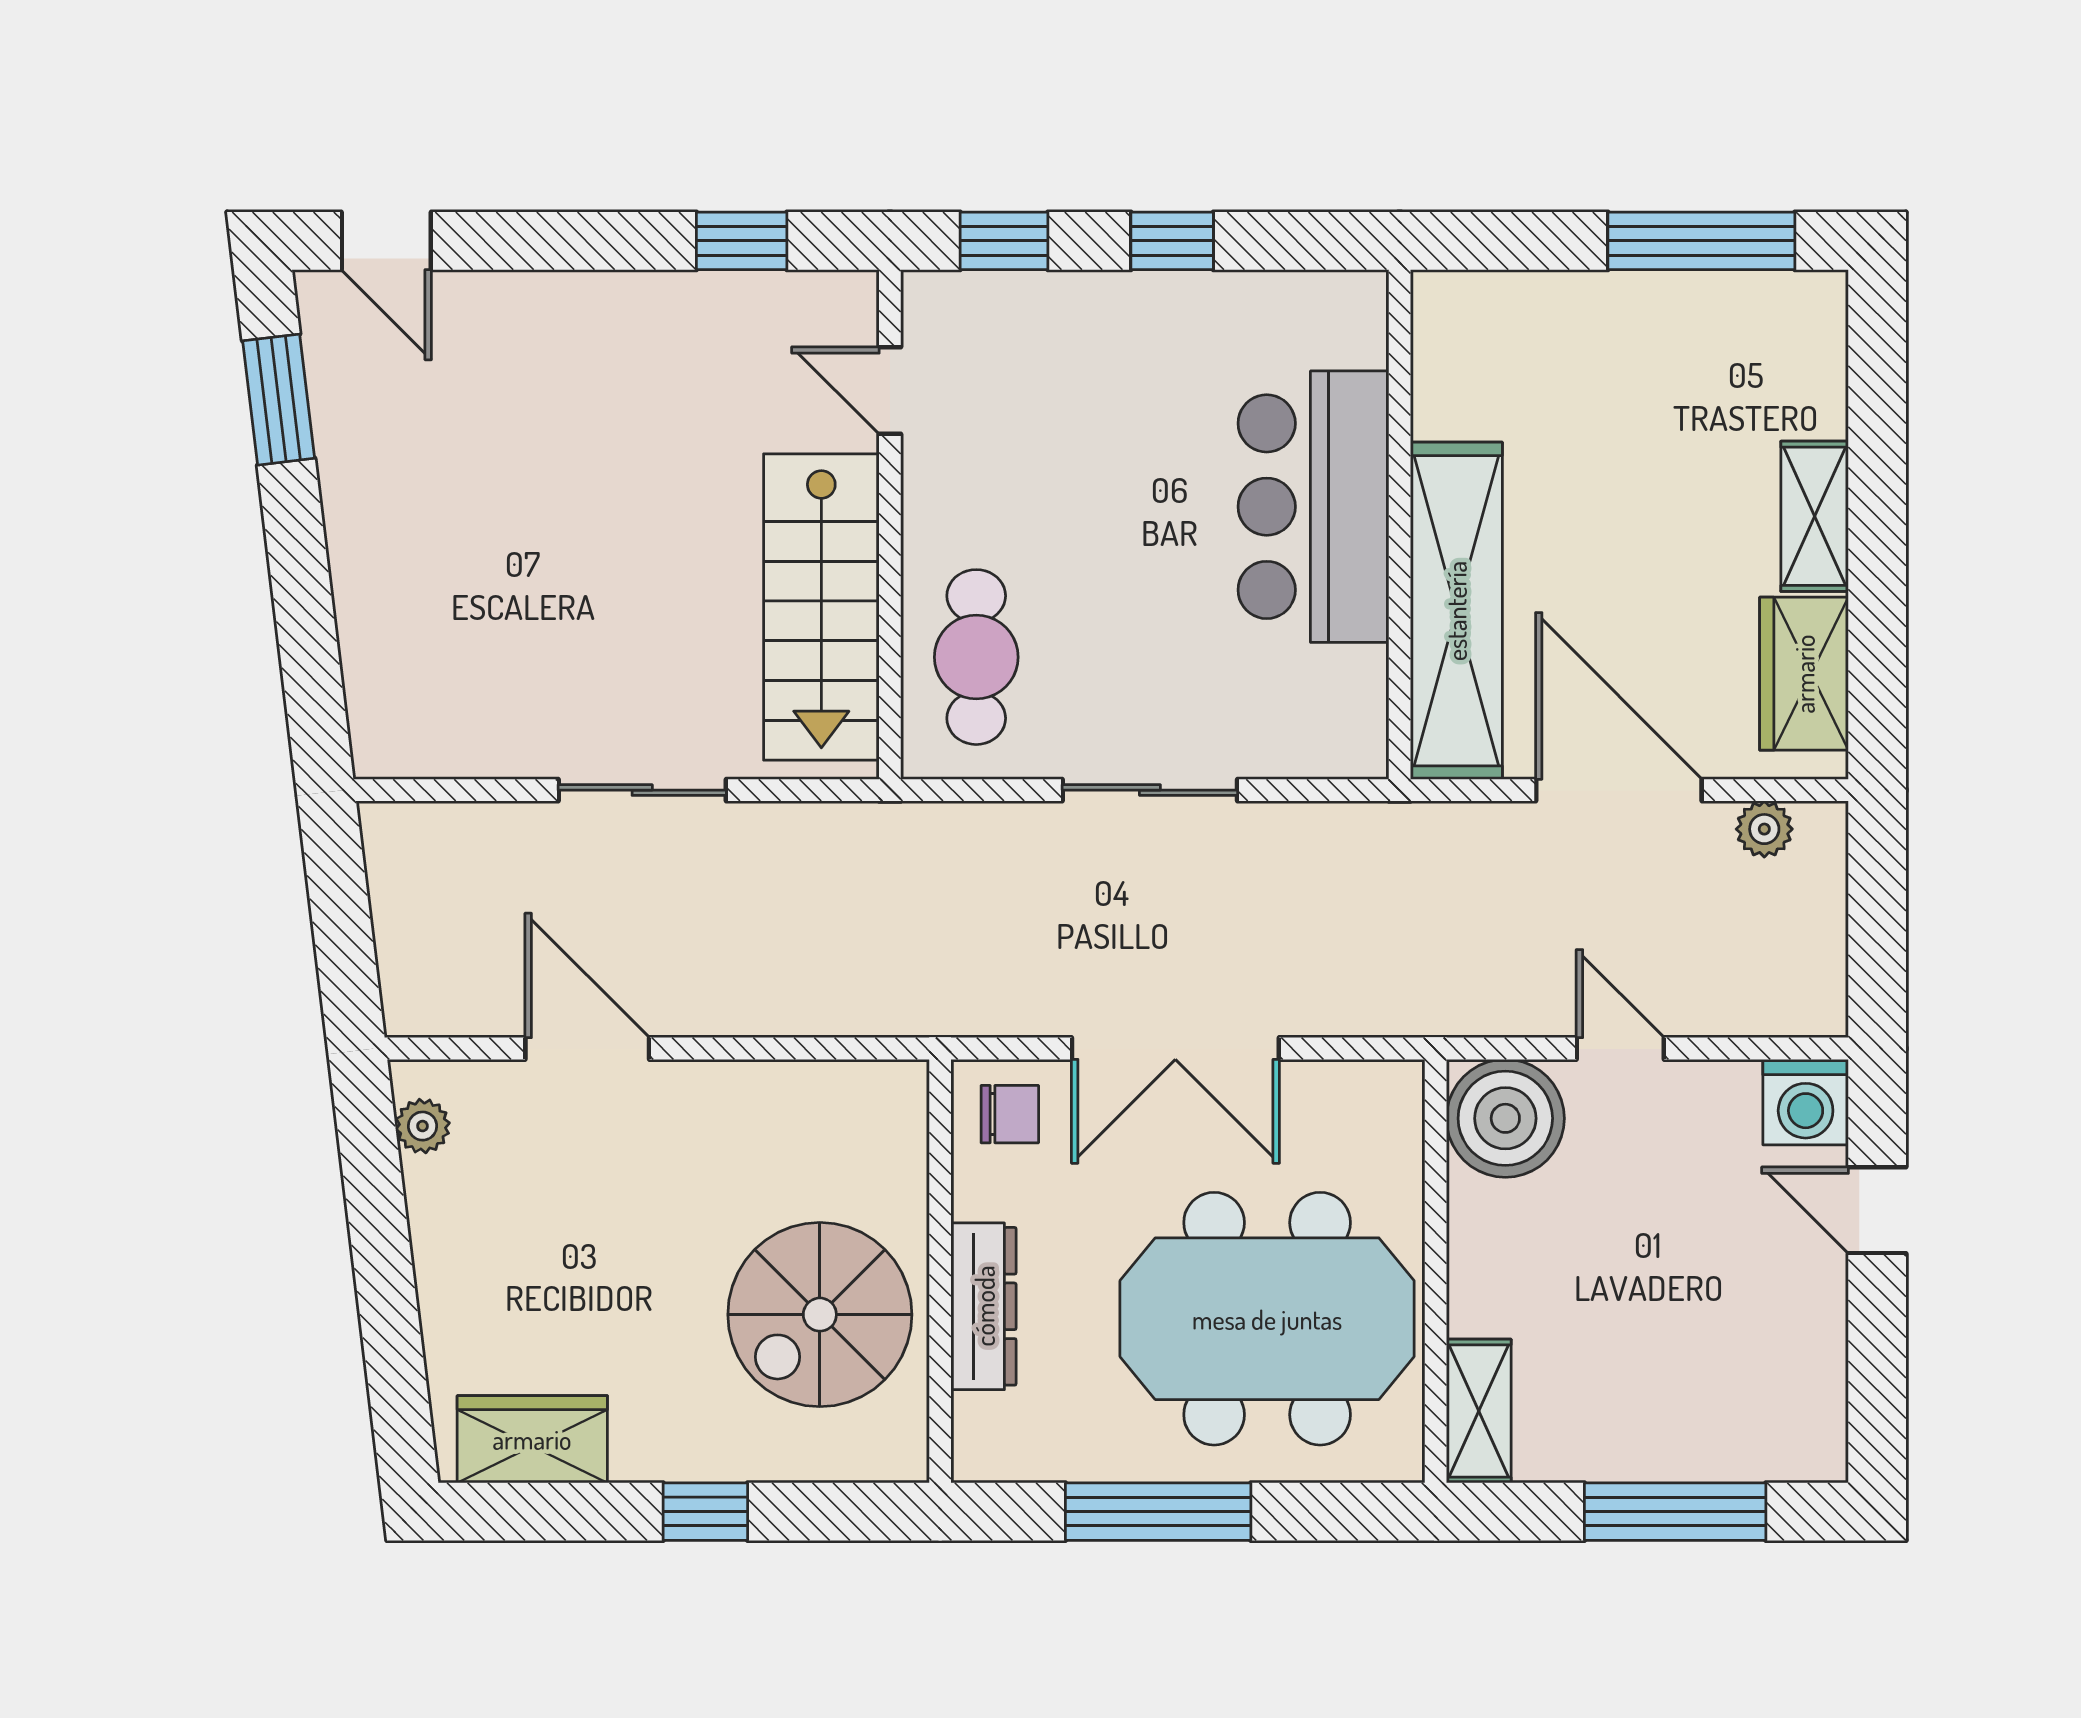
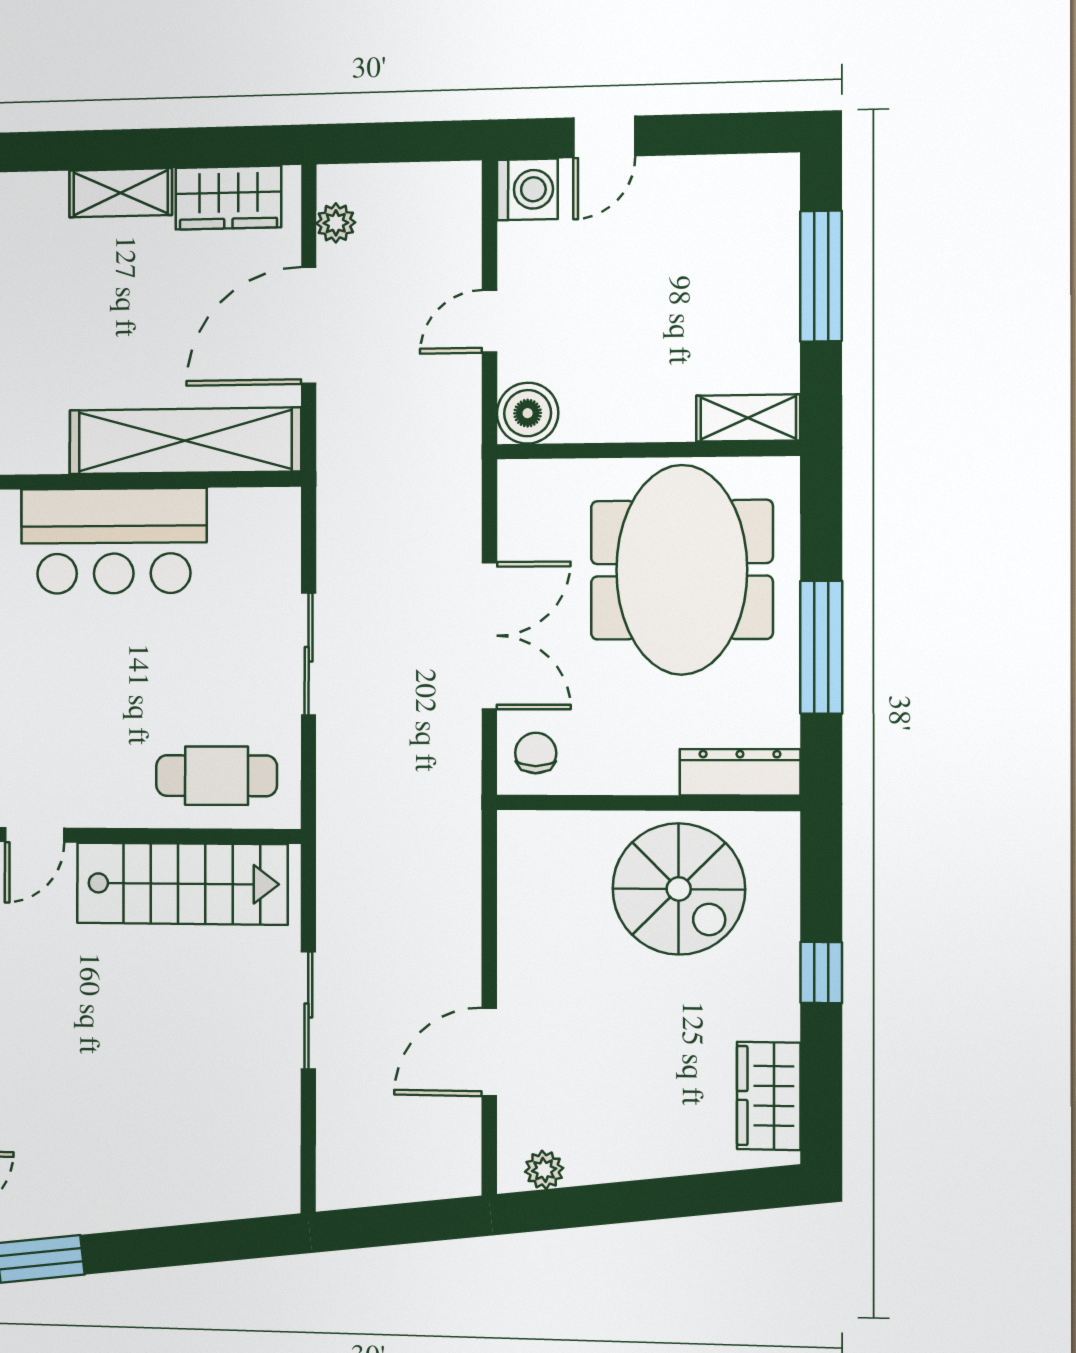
boiler: (1505, 1118) -> (528, 413), width x0.73, depth x0.73
dresser: (984, 1306) -> (740, 772), moved

